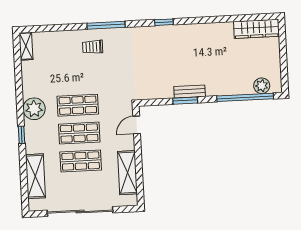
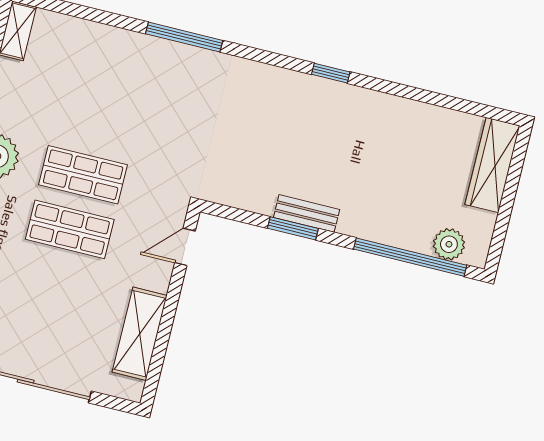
window: (164, 22) -> (331, 73), moved
wardrobe: (256, 29) -> (492, 165), moved, turned 90
trolley: (93, 47) -> (146, 71), removed
shop shelf: (81, 161) -> (56, 284), removed

